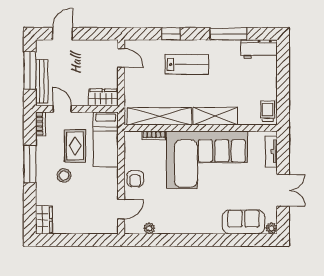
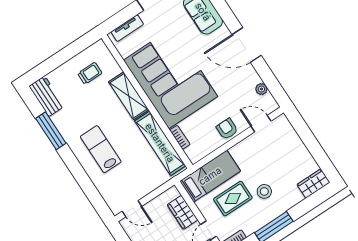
window: (171, 34) -> (83, 180), removed
door: (121, 58) -> (132, 209), swing flipped
wardrobe: (103, 97) -> (183, 212), moved
trolley: (268, 111) -> (90, 73), moved, turned 180
armchair: (135, 179) -> (227, 129), turned -90
door: (193, 240) -> (247, 45), added

